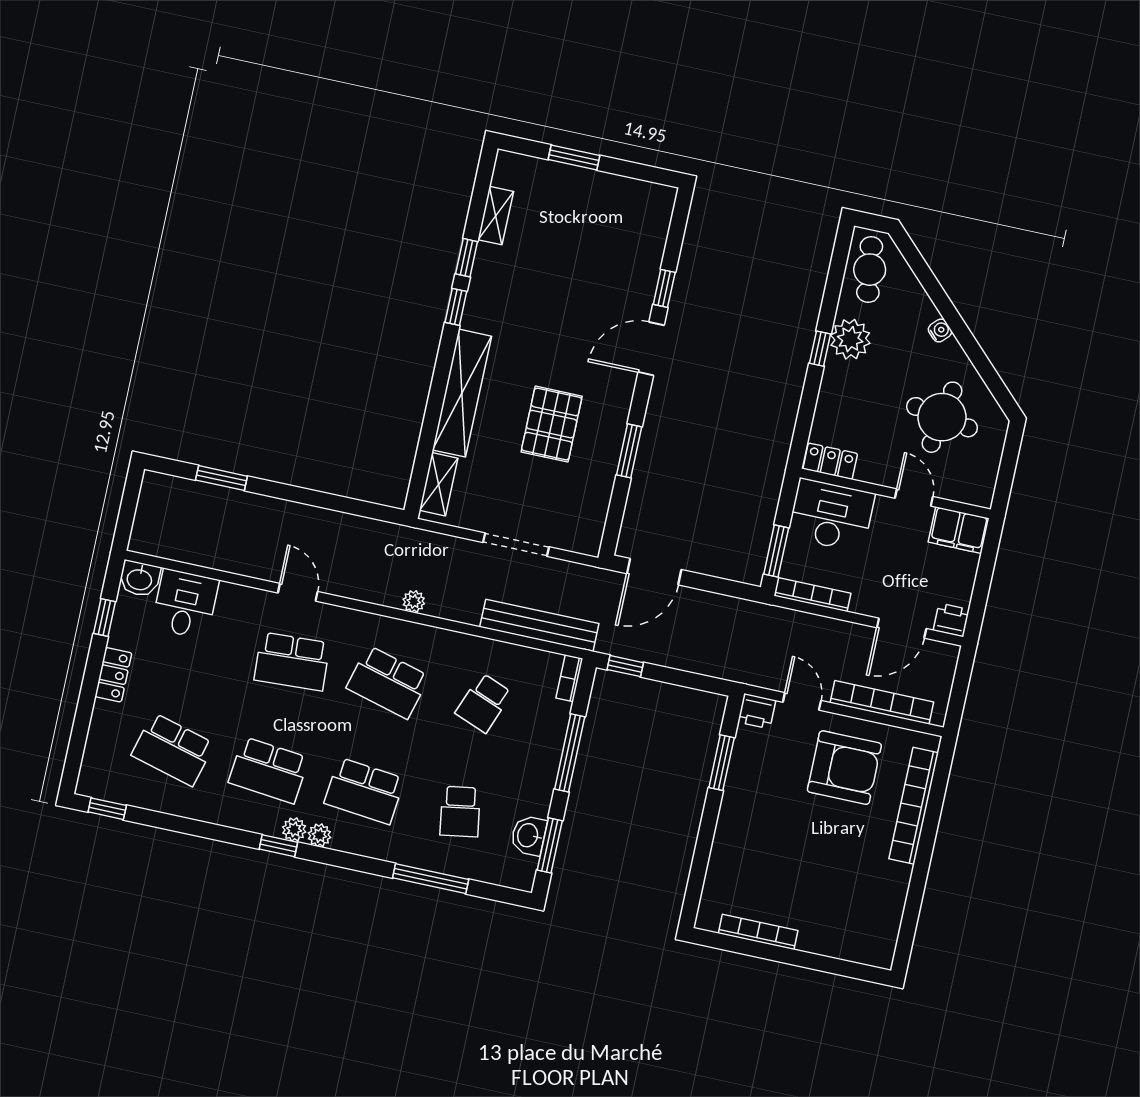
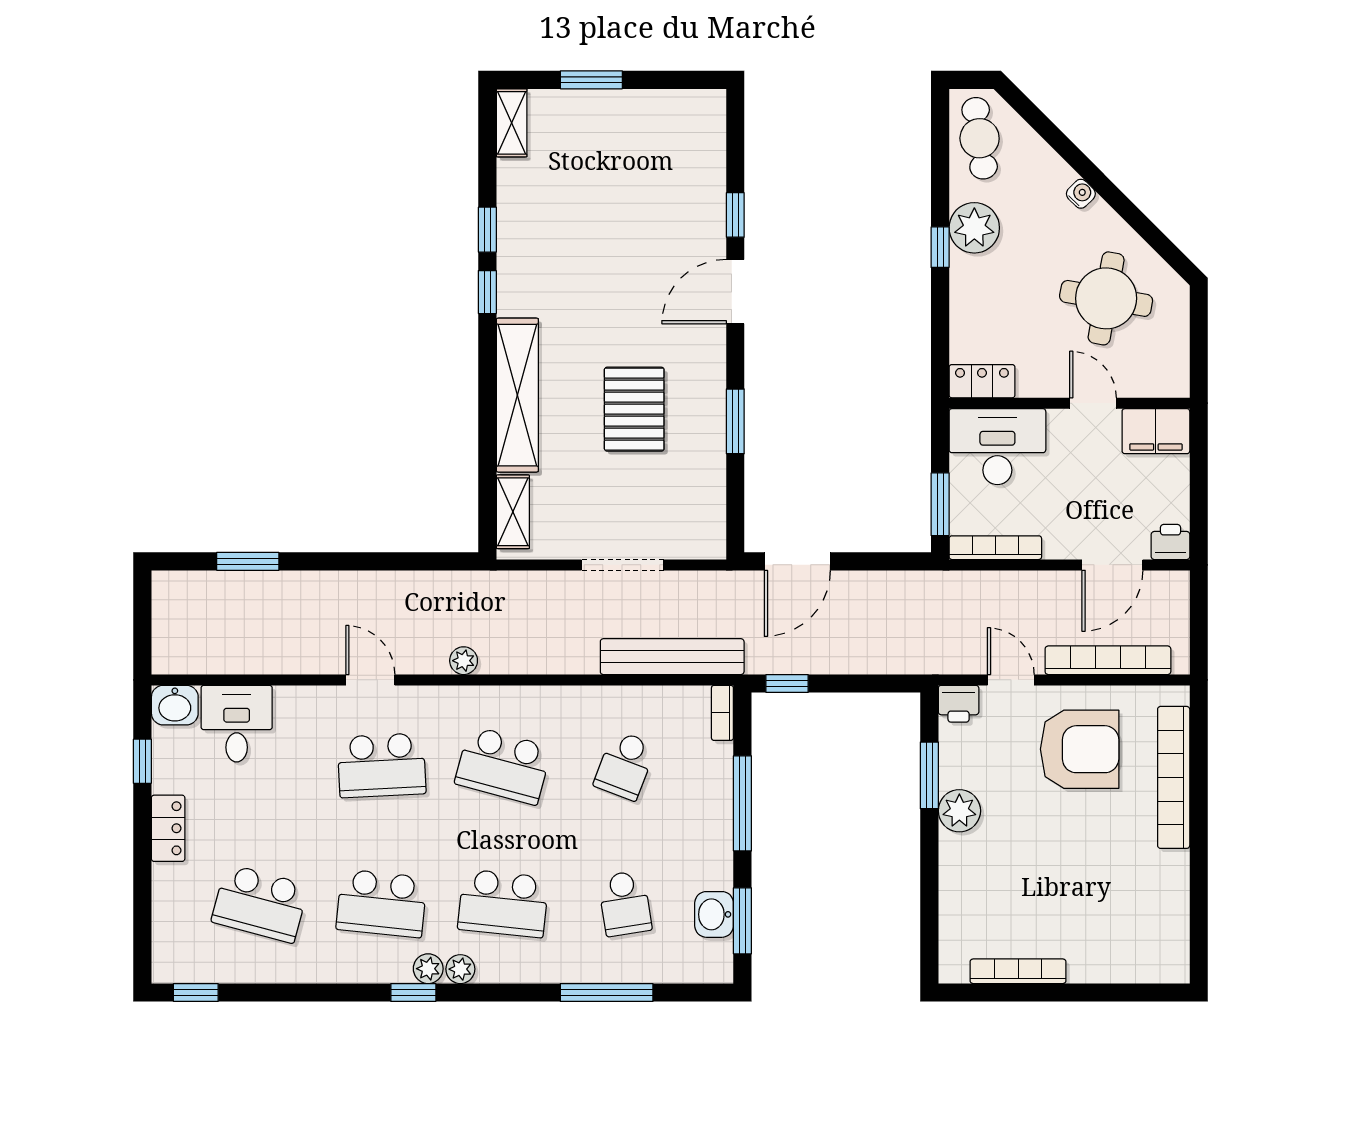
shelving: (496, 216) -> (512, 123), moved
plant: (414, 601) -> (464, 661), moved
plant: (739, 796) -> (959, 811), added

